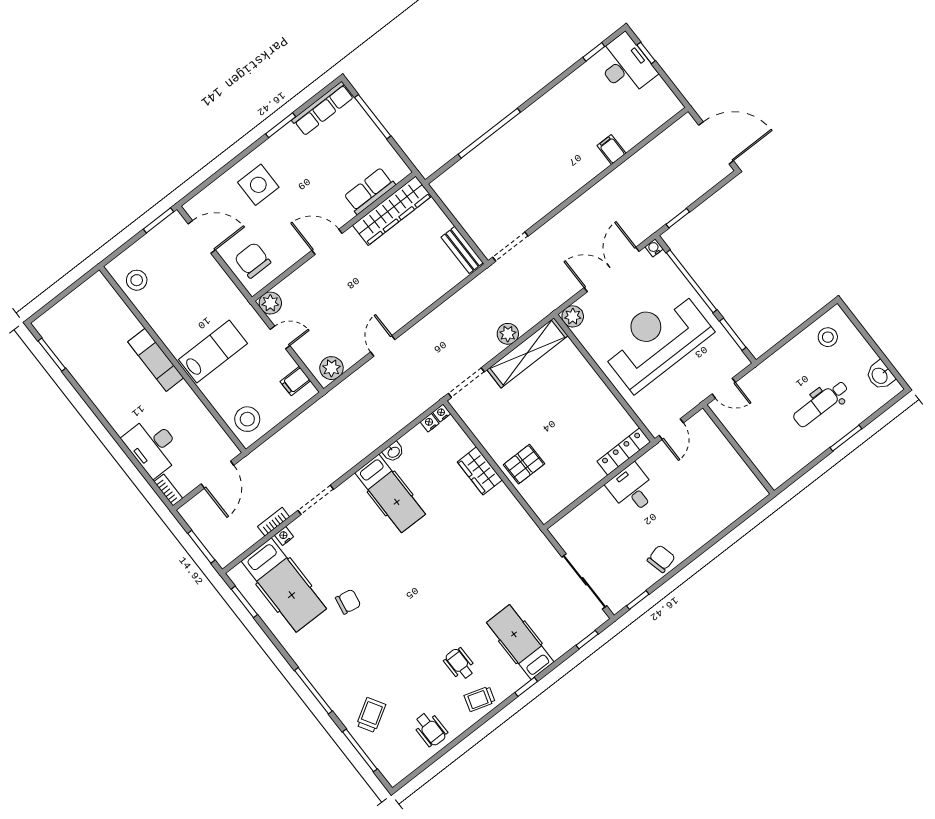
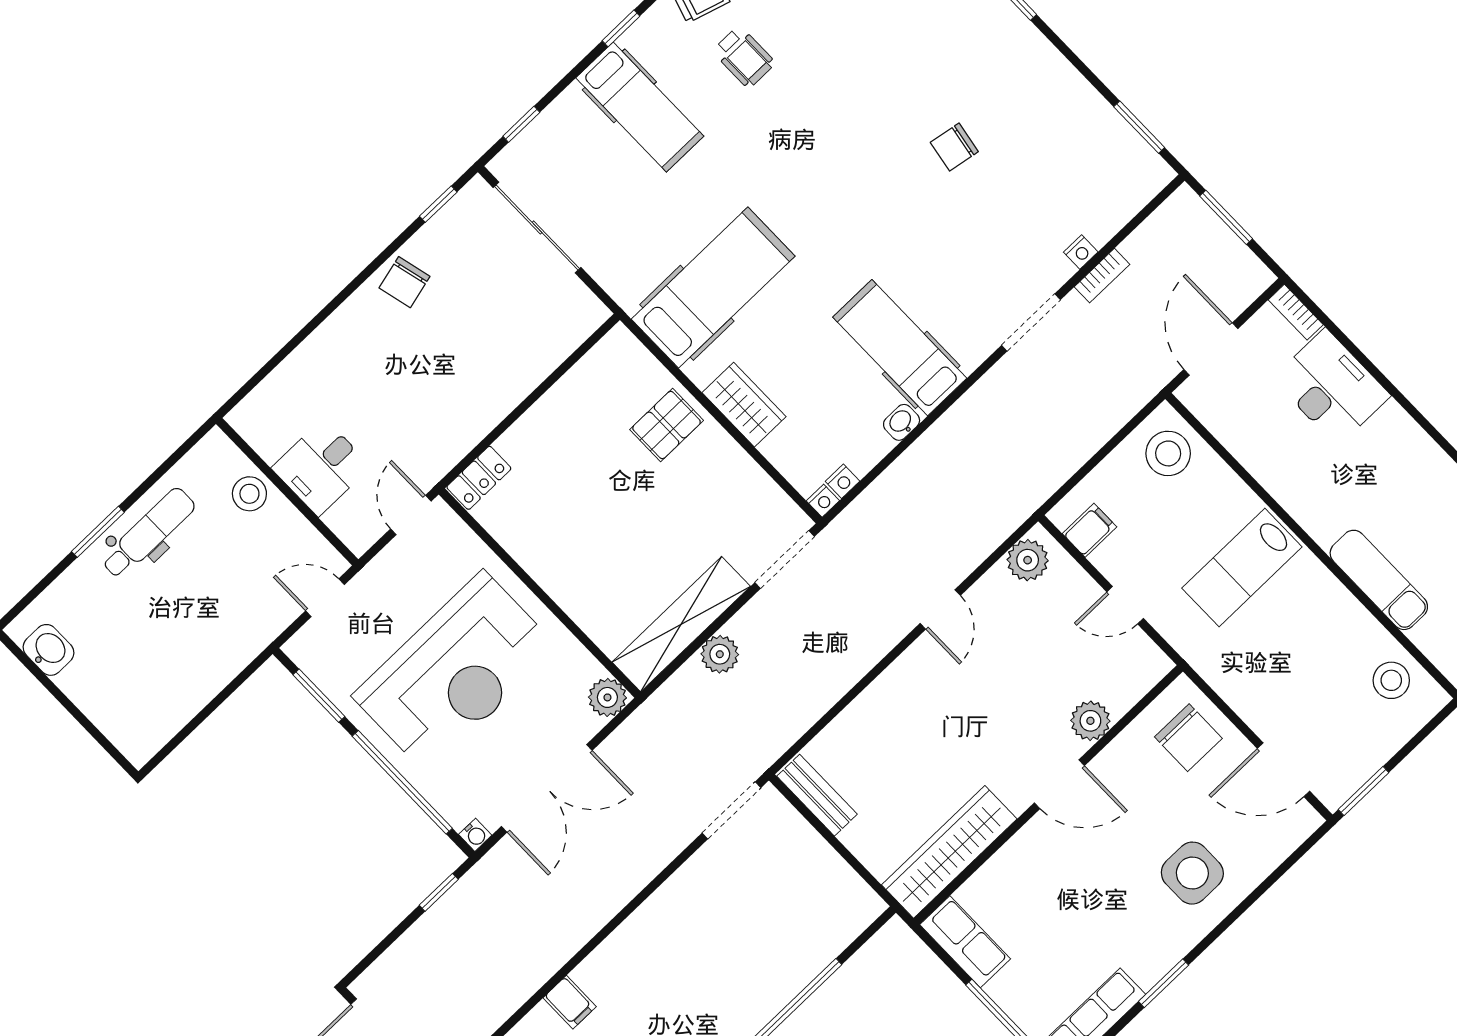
row of seats: (370, 191) -> (965, 942), moved, turned -90
plant: (270, 303) -> (1090, 721), moved
stool: (828, 337) -> (249, 494), moved
exam couch: (156, 360) -> (1379, 580), moved
dental chair: (821, 404) -> (148, 533), moved
locker: (624, 452) -> (479, 478), width x0.66
desk: (632, 489) -> (321, 467), moved, turned 90
hospital bed: (284, 585) -> (713, 288), moved, turned 90

